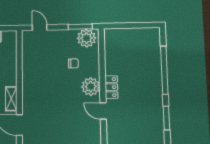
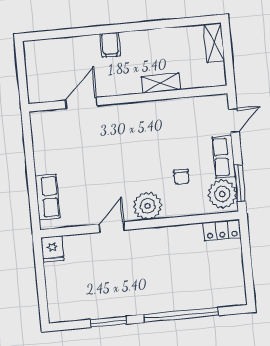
row of seats: (63, 36) -> (224, 157), added
locker: (111, 87) -> (222, 230), moved
shelving: (11, 99) -> (161, 83), moved

